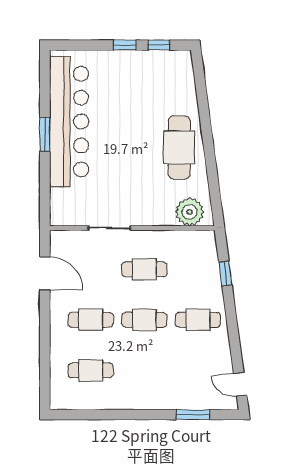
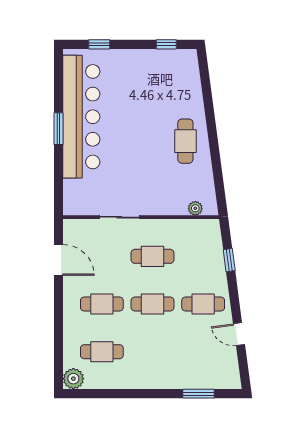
window: (125, 45) -> (99, 44), moved
cafe table: (179, 147) -> (185, 141), width x0.73, depth x0.74
plant: (190, 212) -> (195, 208), width x0.53, depth x0.53
door: (240, 384) -> (239, 334), moved
plant: (61, 399) -> (73, 379), added

